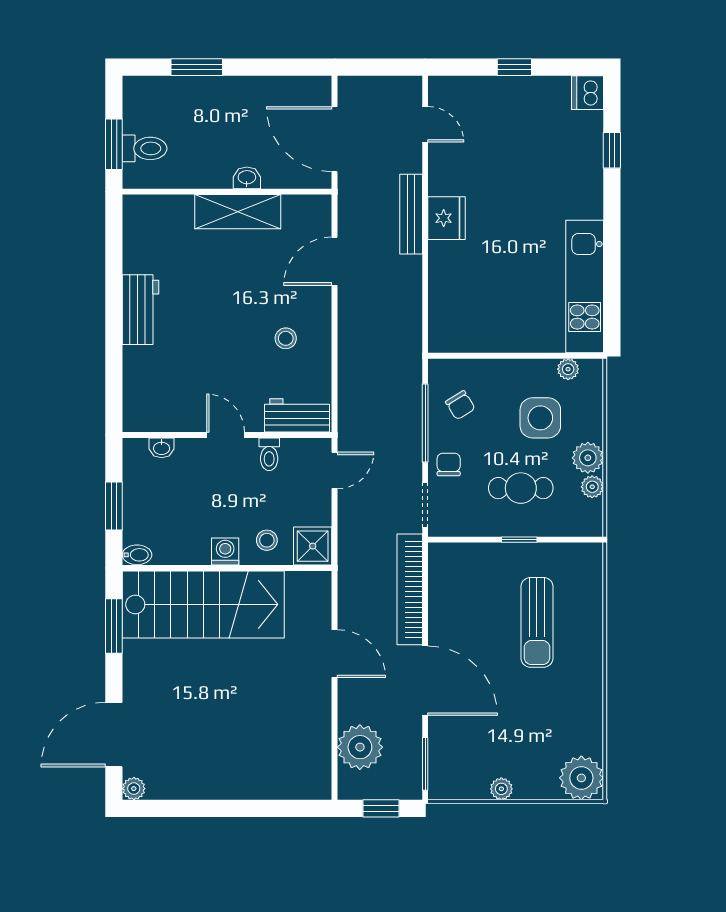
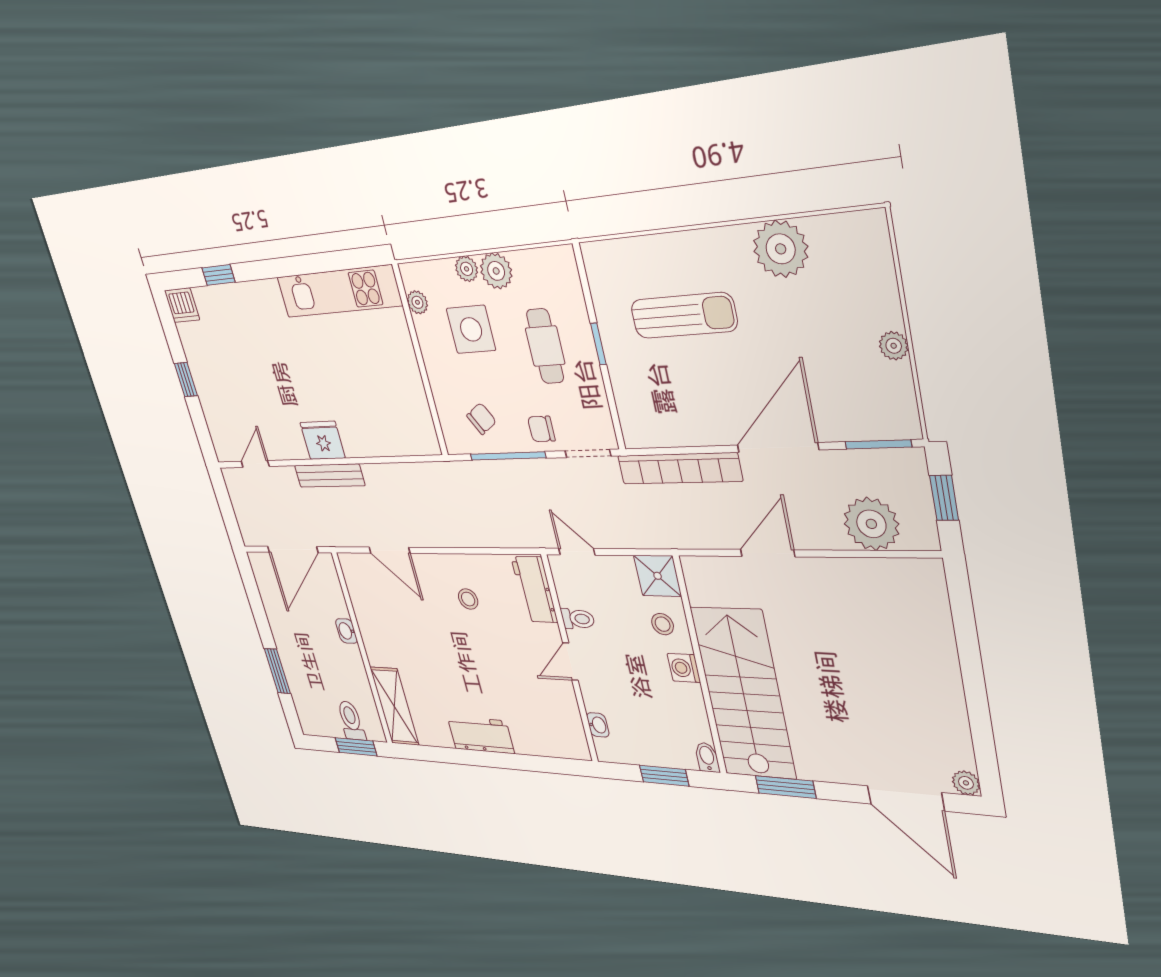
shelving: (238, 212) -> (394, 706), moved
plant: (592, 487) -> (467, 269), moved
plant: (581, 778) -> (781, 249), moved

